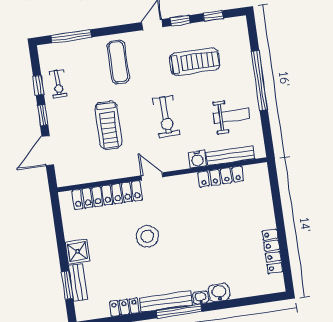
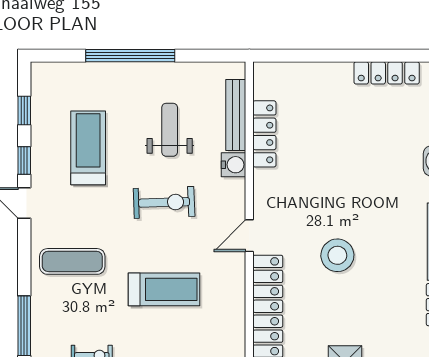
weight bench: (232, 116) -> (170, 130), moved

